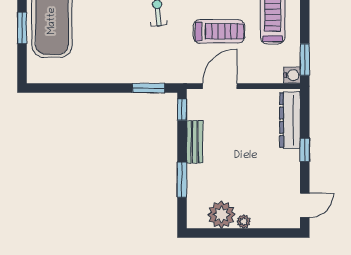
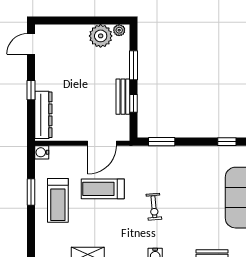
window: (305, 60) -> (31, 192), moved
window: (70, 88) -> (227, 142), added
window: (182, 110) -> (134, 103), moved
plant: (244, 221) -> (119, 30), moved

